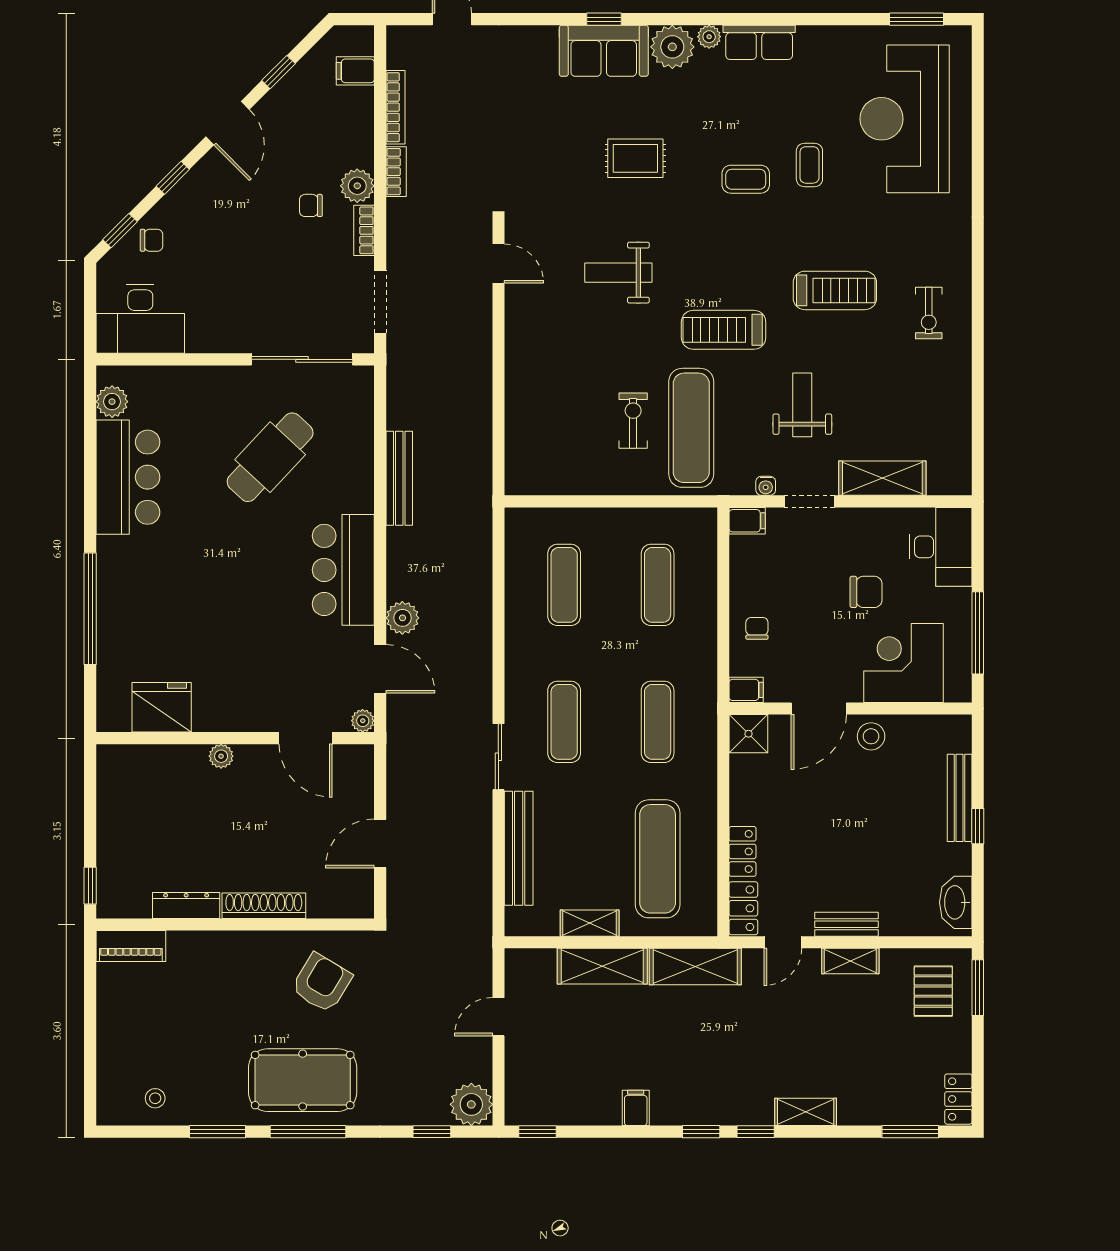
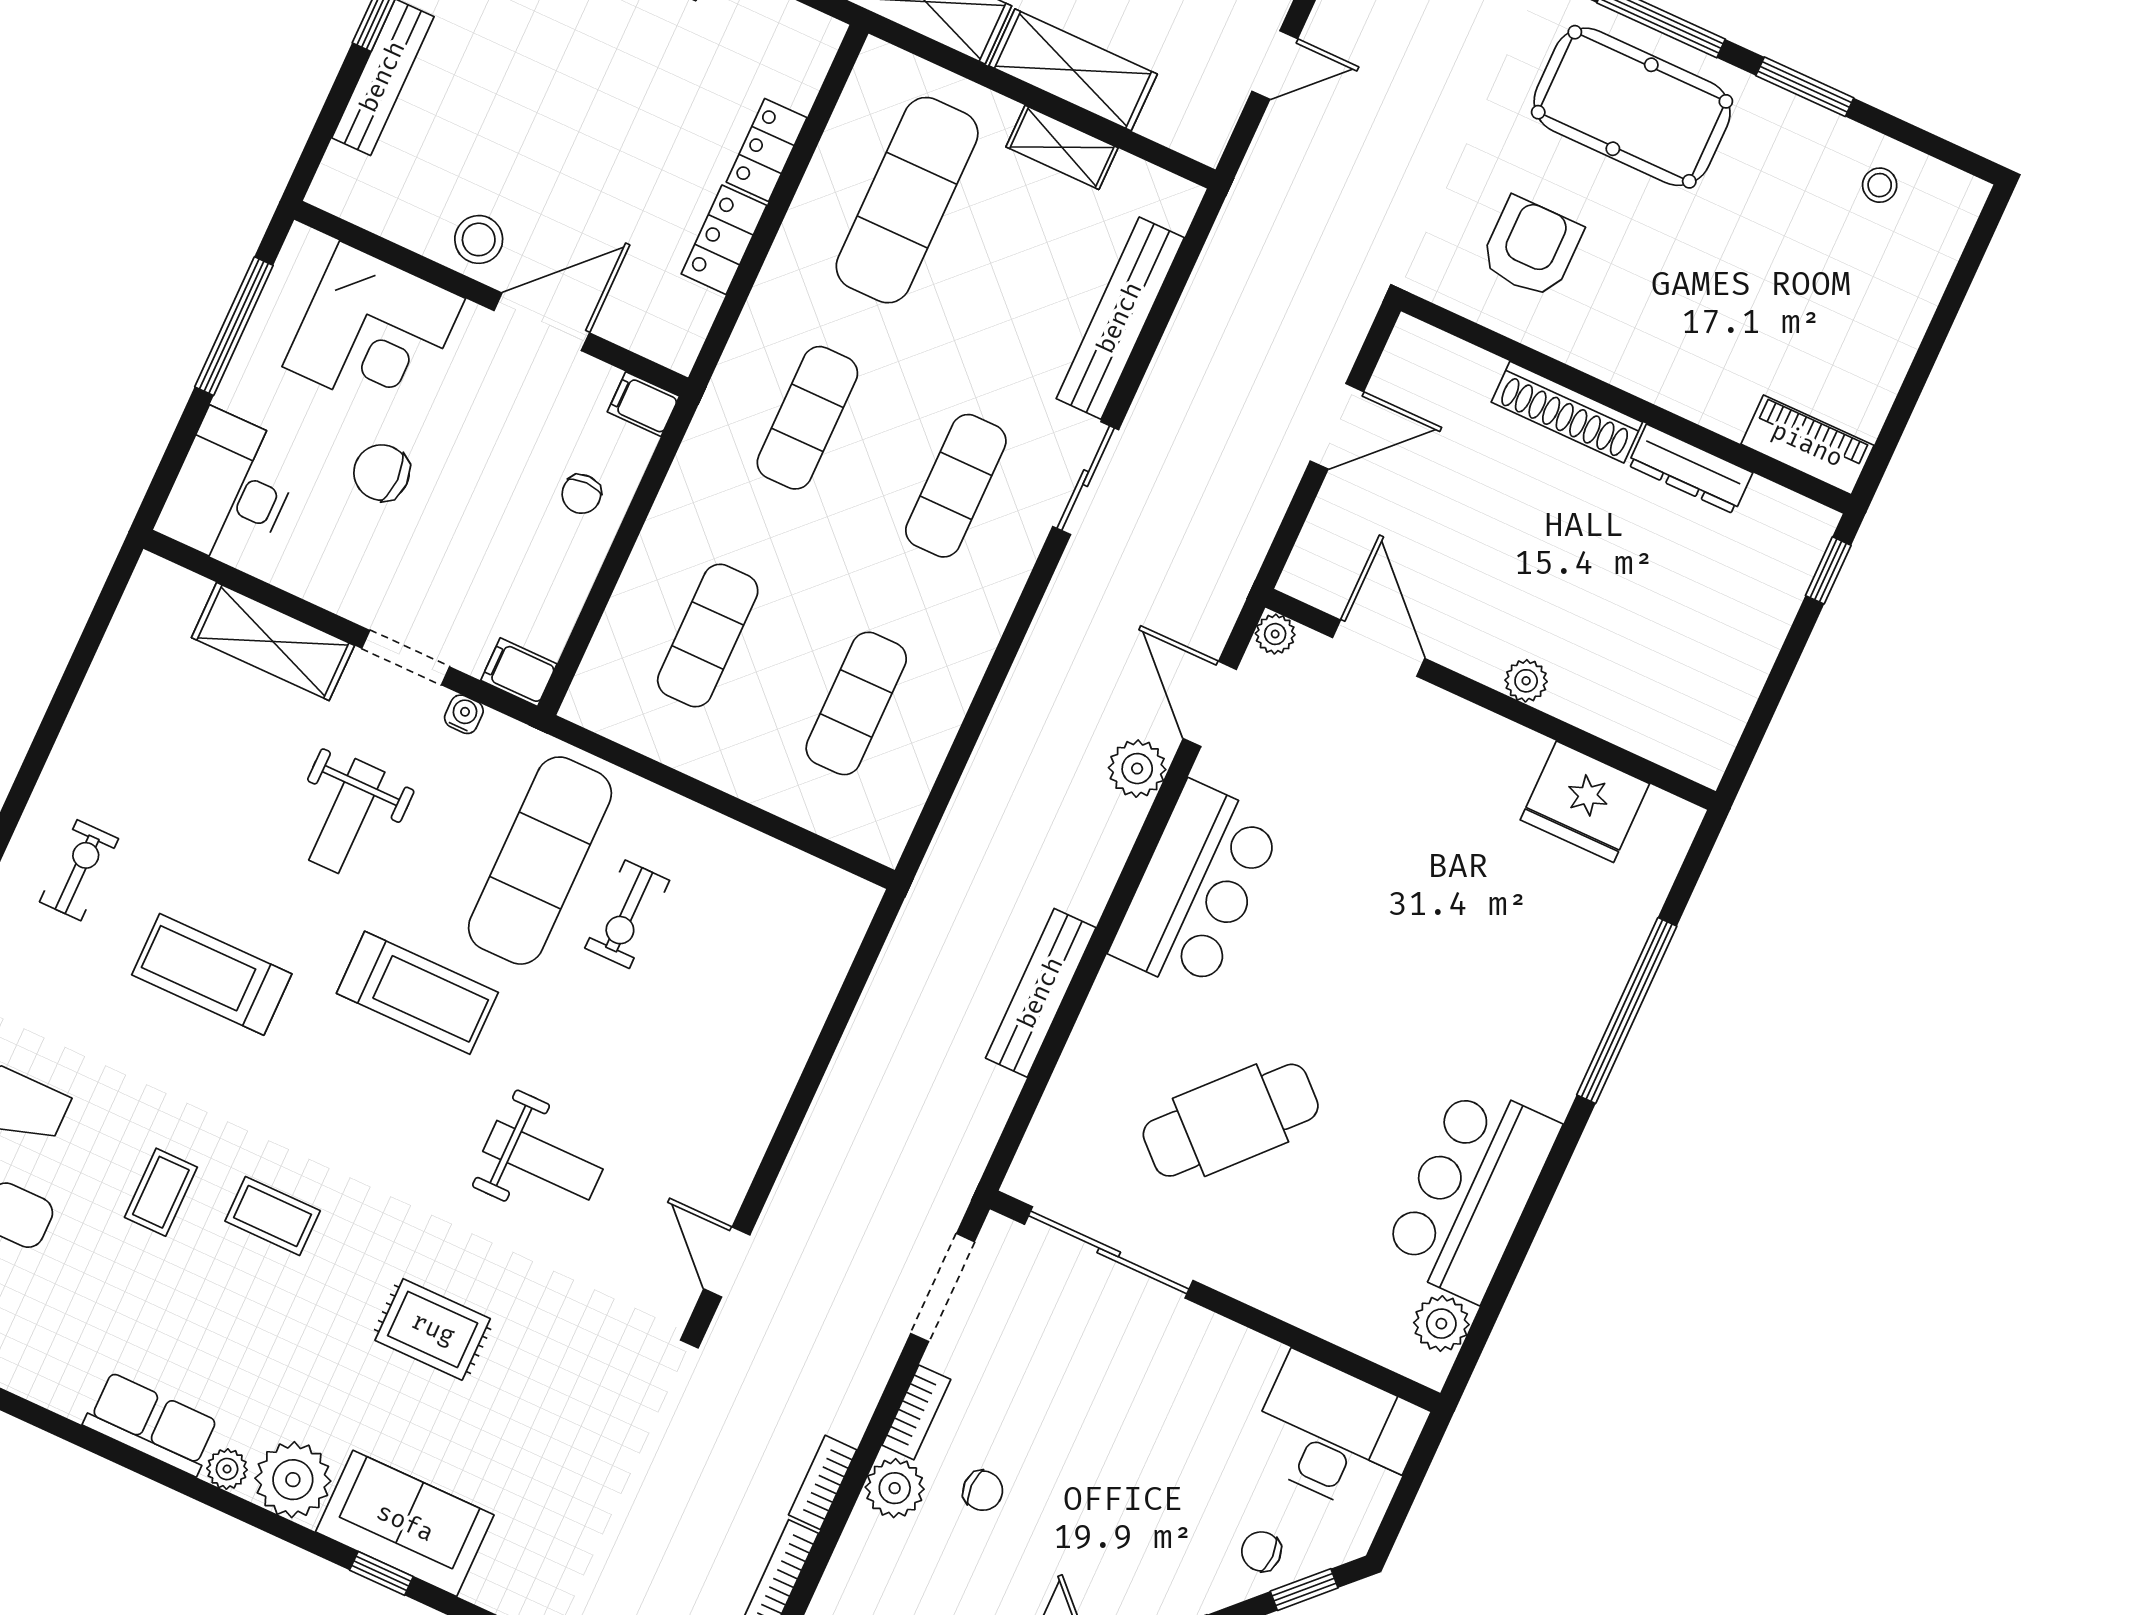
shower: (748, 734) -> (672, 333), removed
locker: (743, 908) -> (724, 240), moved
armchair: (322, 983) -> (1531, 247), turned 149

